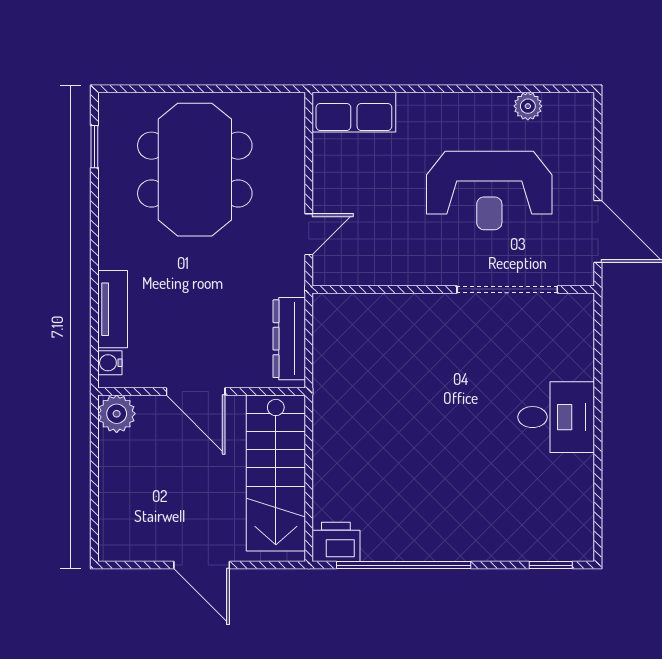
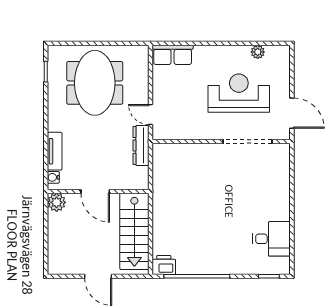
reception desk: (489, 191) -> (239, 93), turned 180
door: (309, 234) -> (150, 115), swing flipped
dresser: (289, 339) -> (141, 145), moved
desk: (556, 417) -> (272, 239), moved

